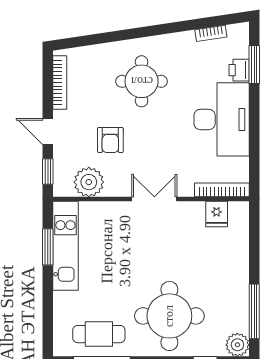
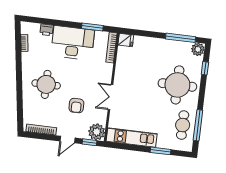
window: (254, 64) -> (92, 27), moved
armchair: (110, 140) -> (76, 106), turned 90
plant: (89, 182) -> (97, 132), moved
double door: (154, 199) -> (110, 97), moved
fridge: (217, 214) -> (126, 40), moved
window: (48, 247) -> (161, 151), moved

